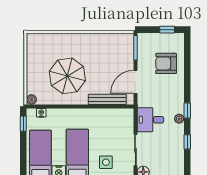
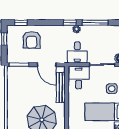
window: (187, 50) -> (21, 23), added
desk: (120, 121) -> (79, 77), added
window: (187, 142) -> (95, 23), width x2.17

